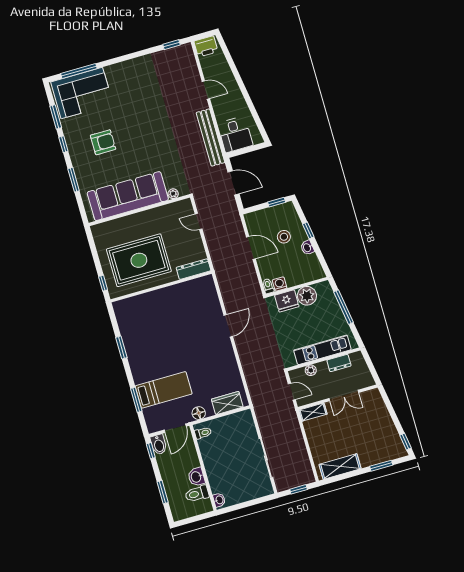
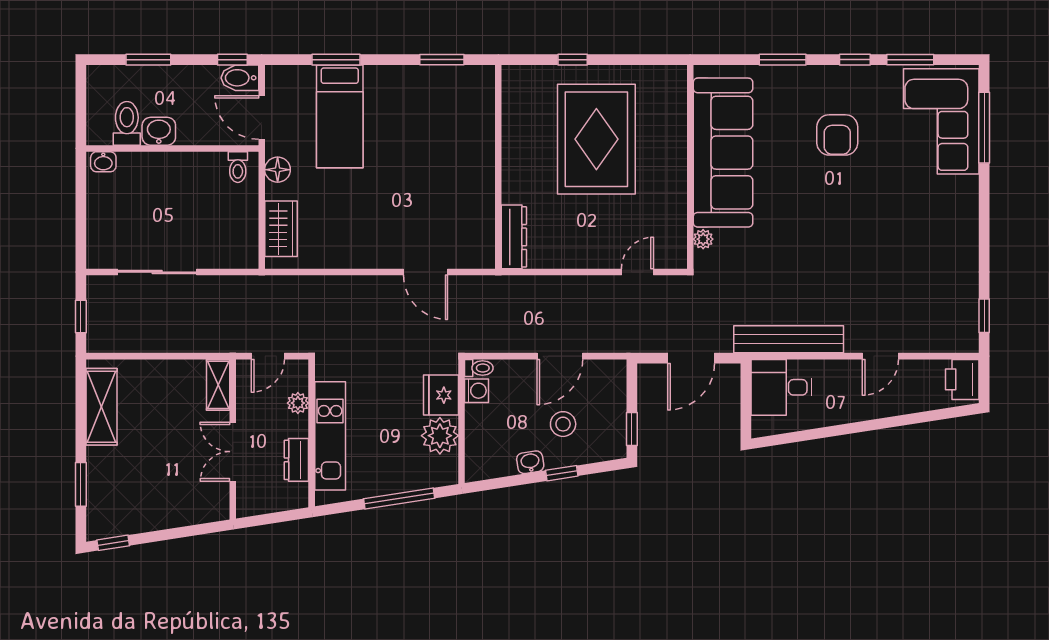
dresser: (193, 269) -> (514, 237), moved
wall: (161, 287) -> (498, 167), moved

